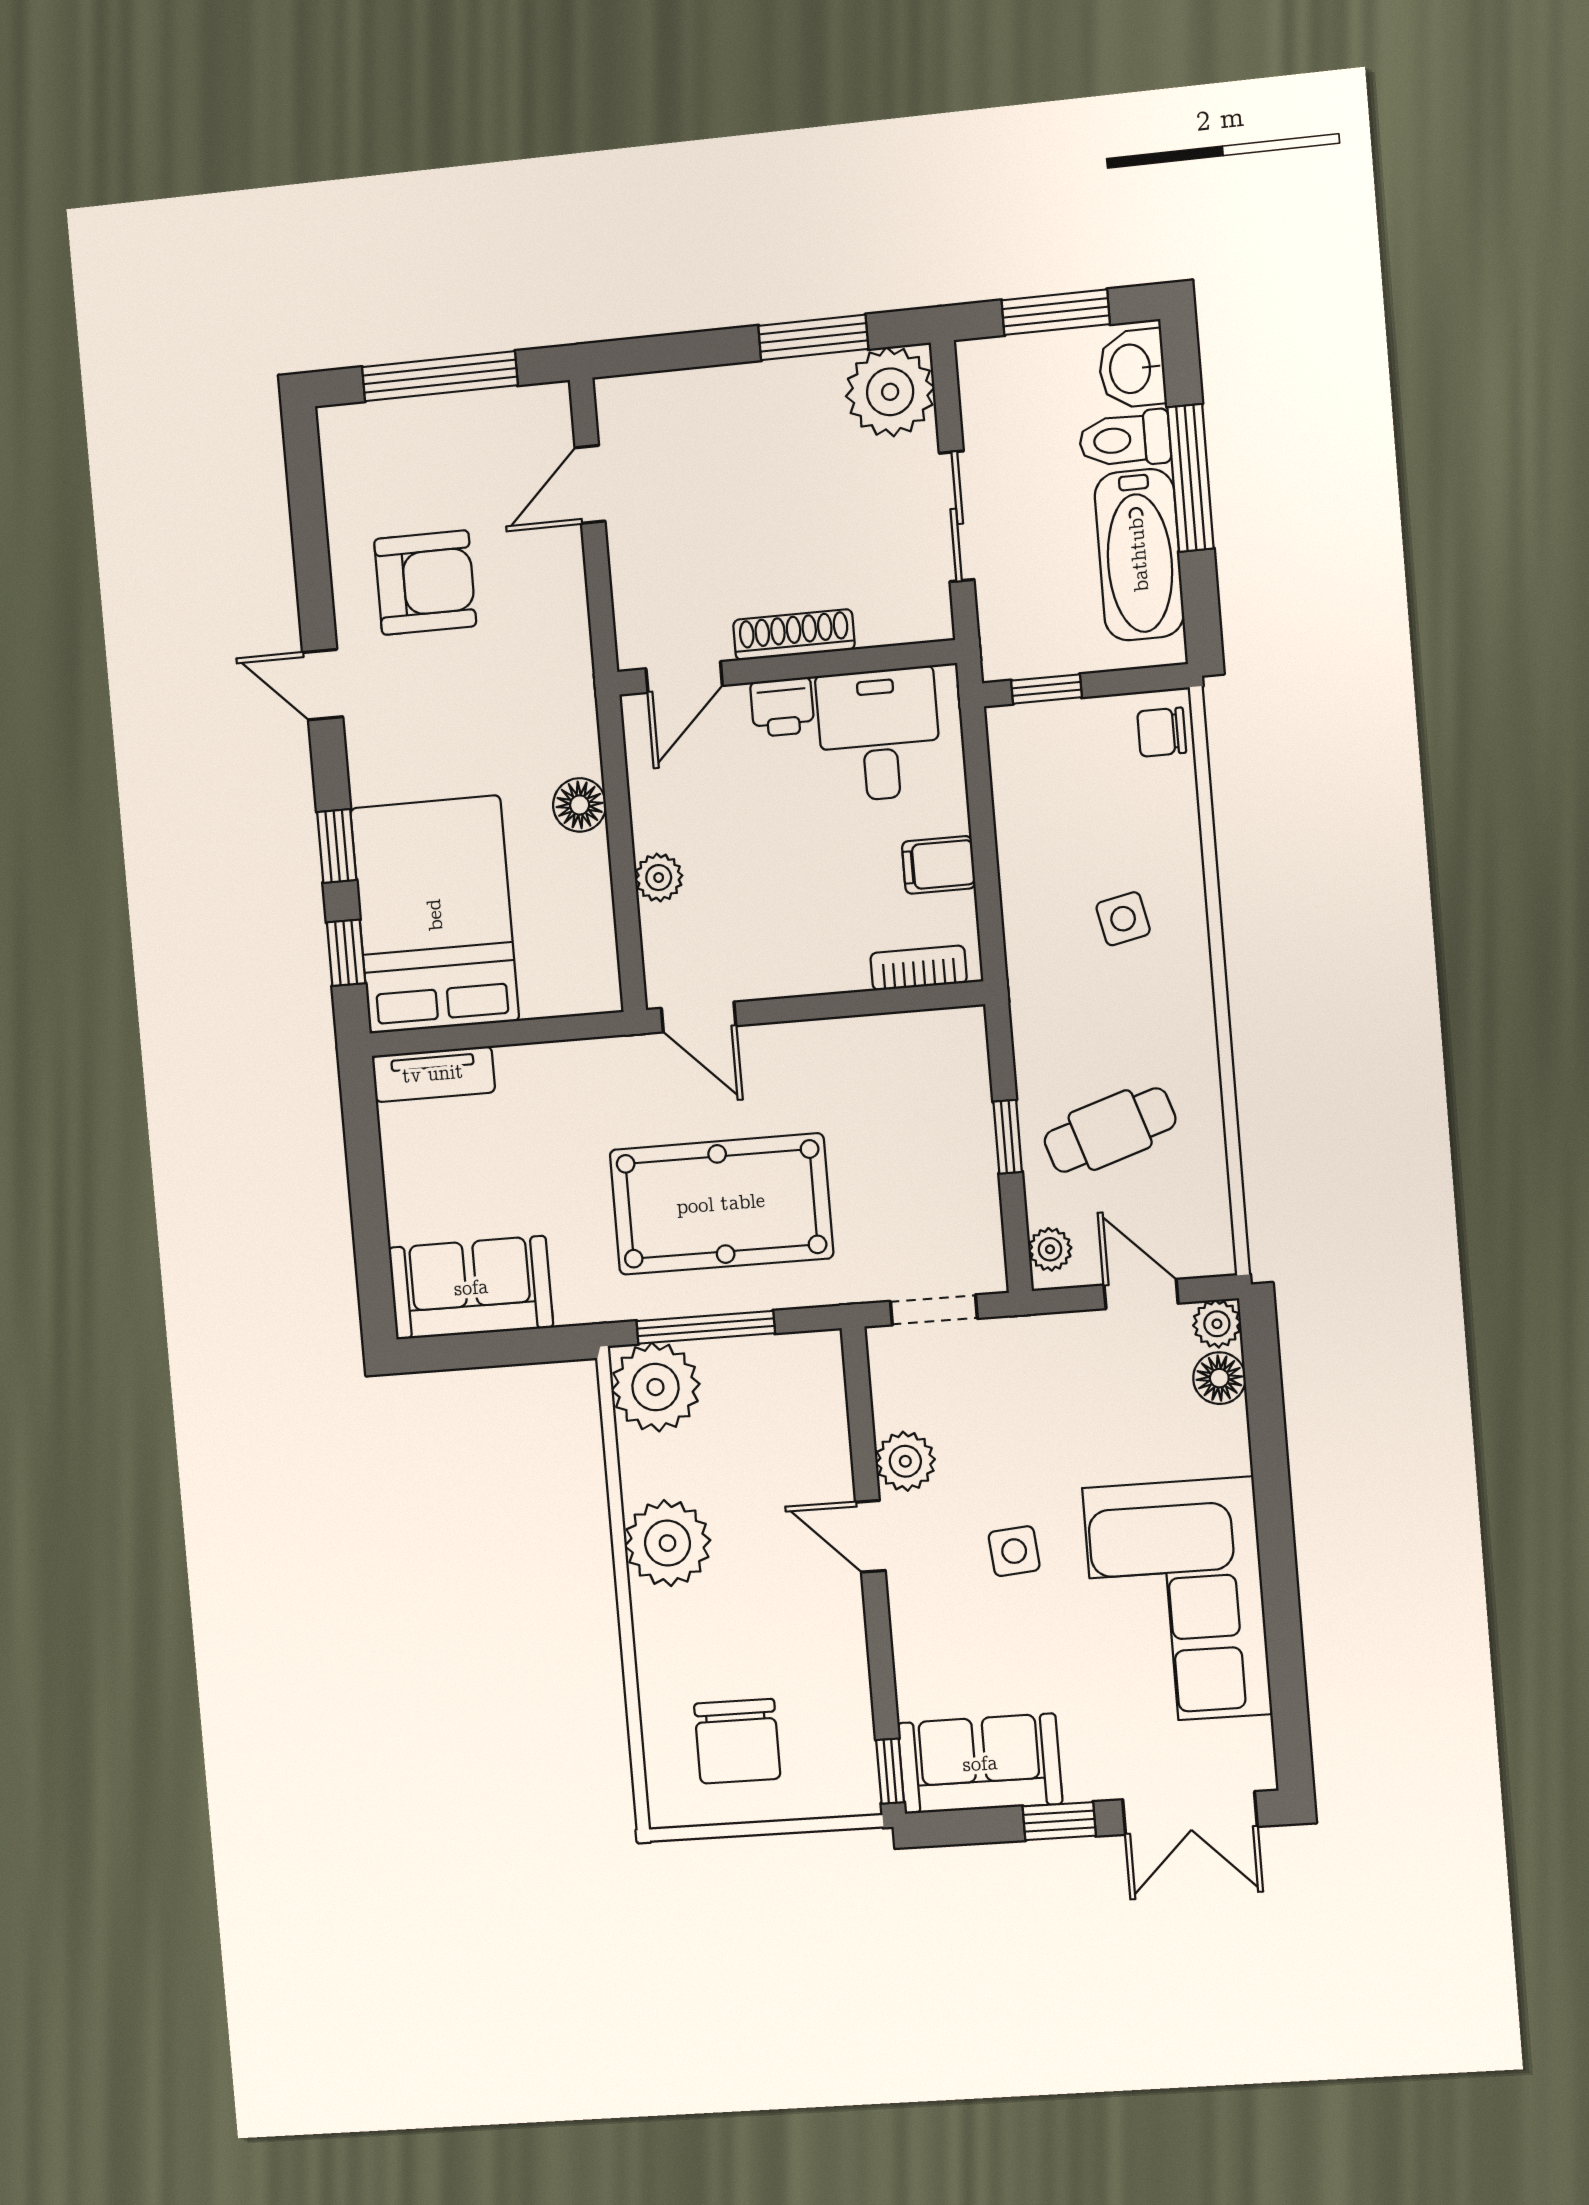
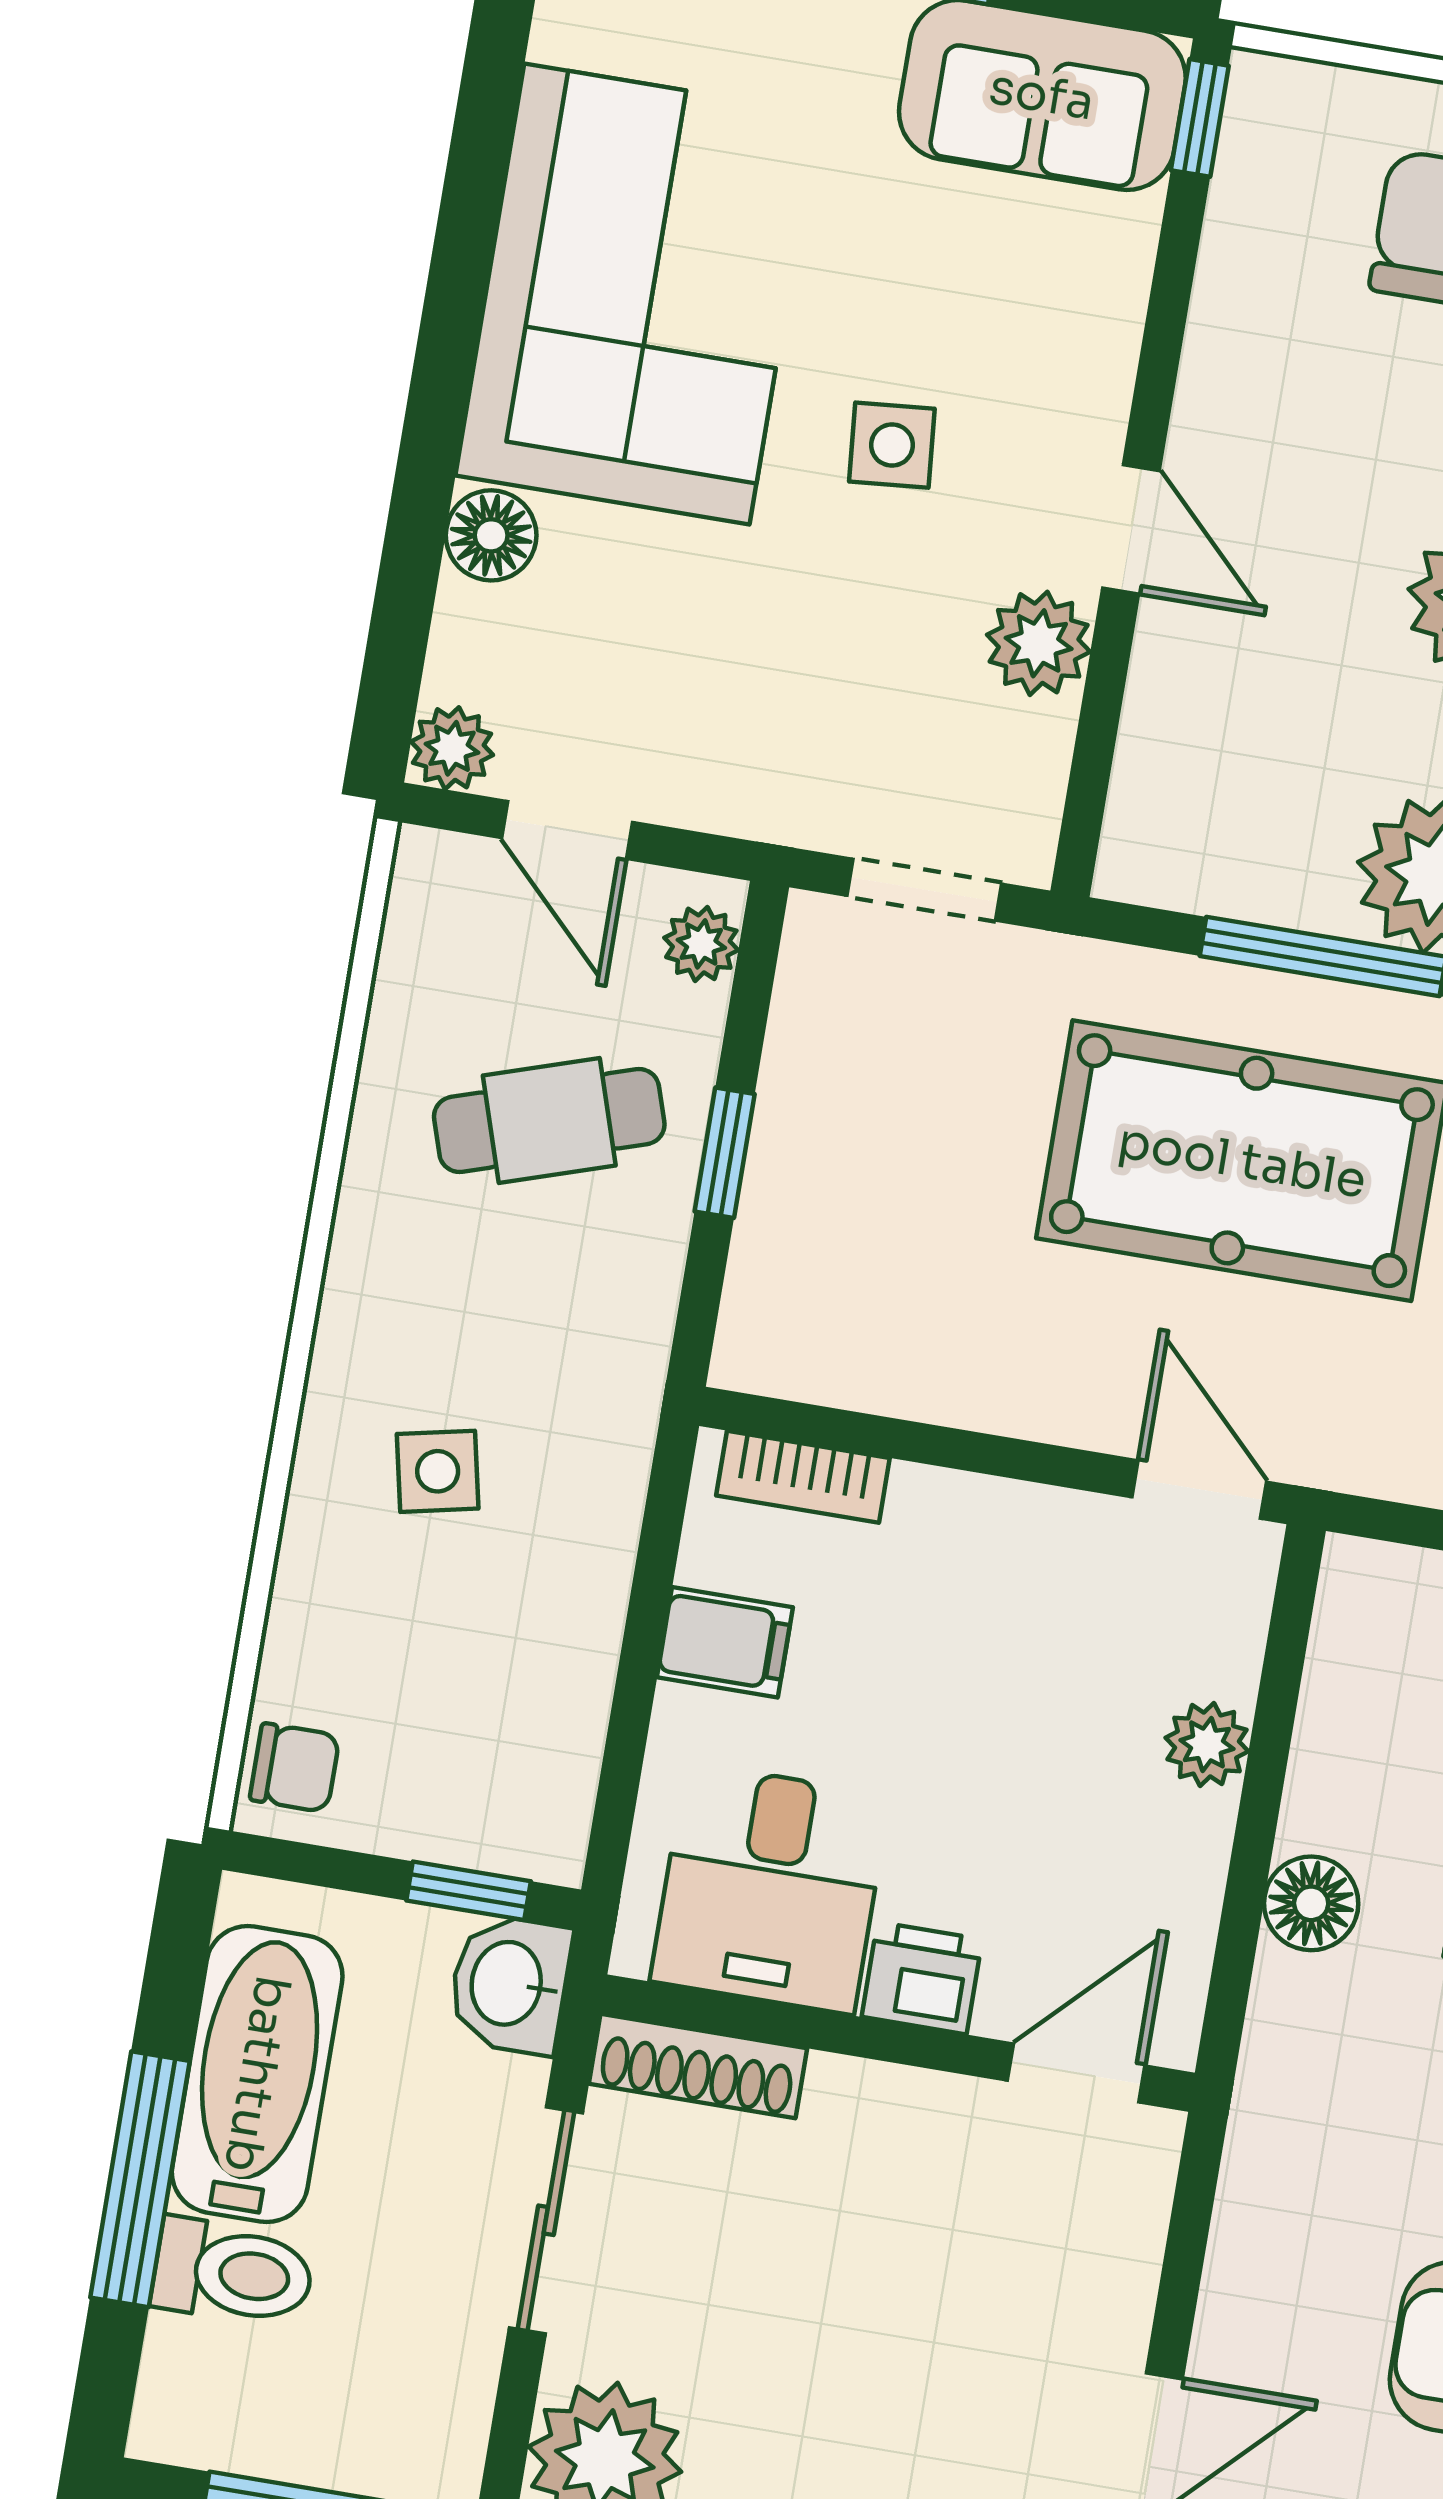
washbasin: (1132, 369) -> (509, 1984), moved, turned 180
shoe rack: (794, 635) -> (698, 2066), moved
floor lamp: (1219, 1378) -> (491, 535), moved

